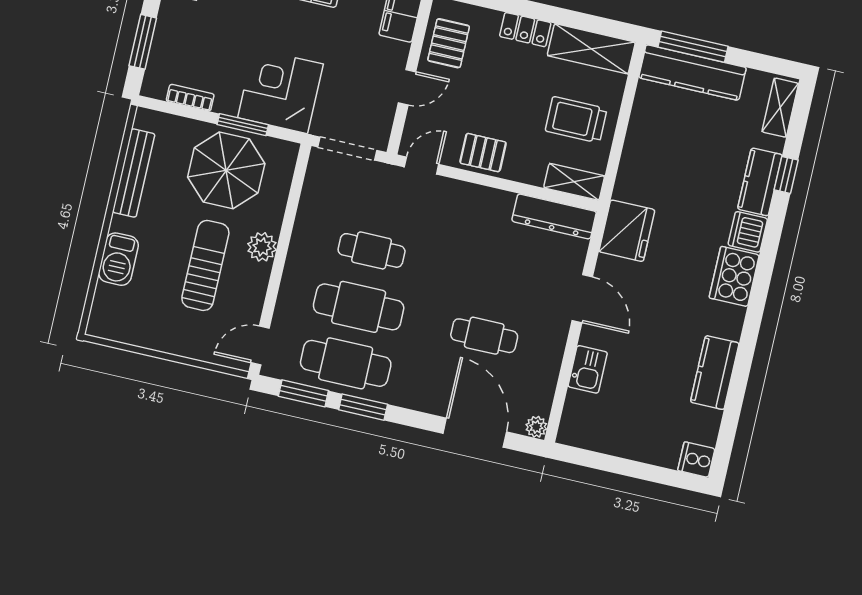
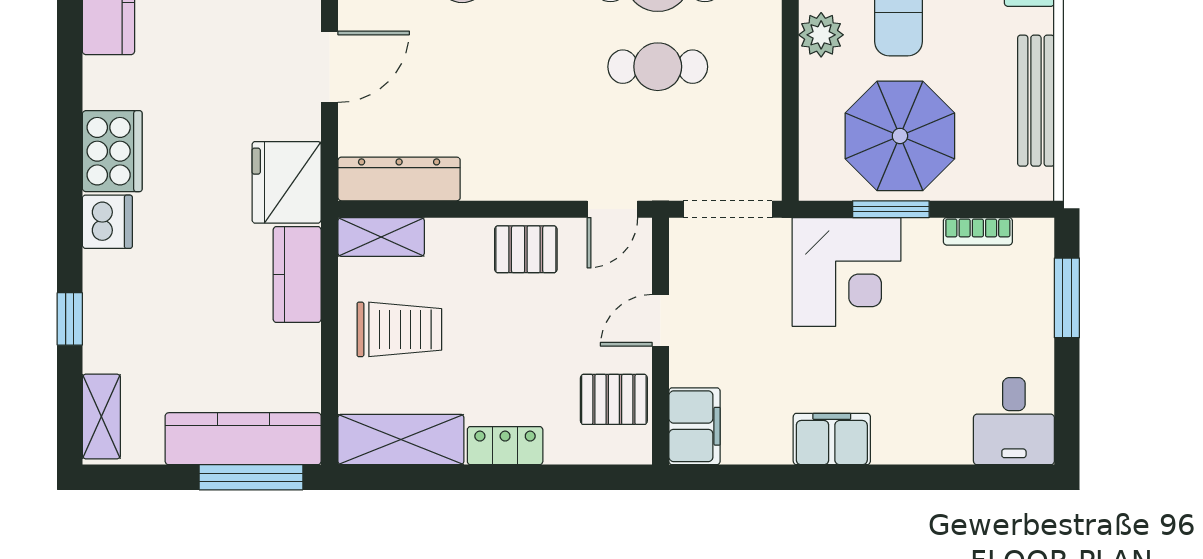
pallet: (449, 43) -> (614, 399), turned 90
kitchen counter: (760, 182) -> (297, 275), moved, turned 180
door: (582, 299) -> (330, 67), swing flipped

